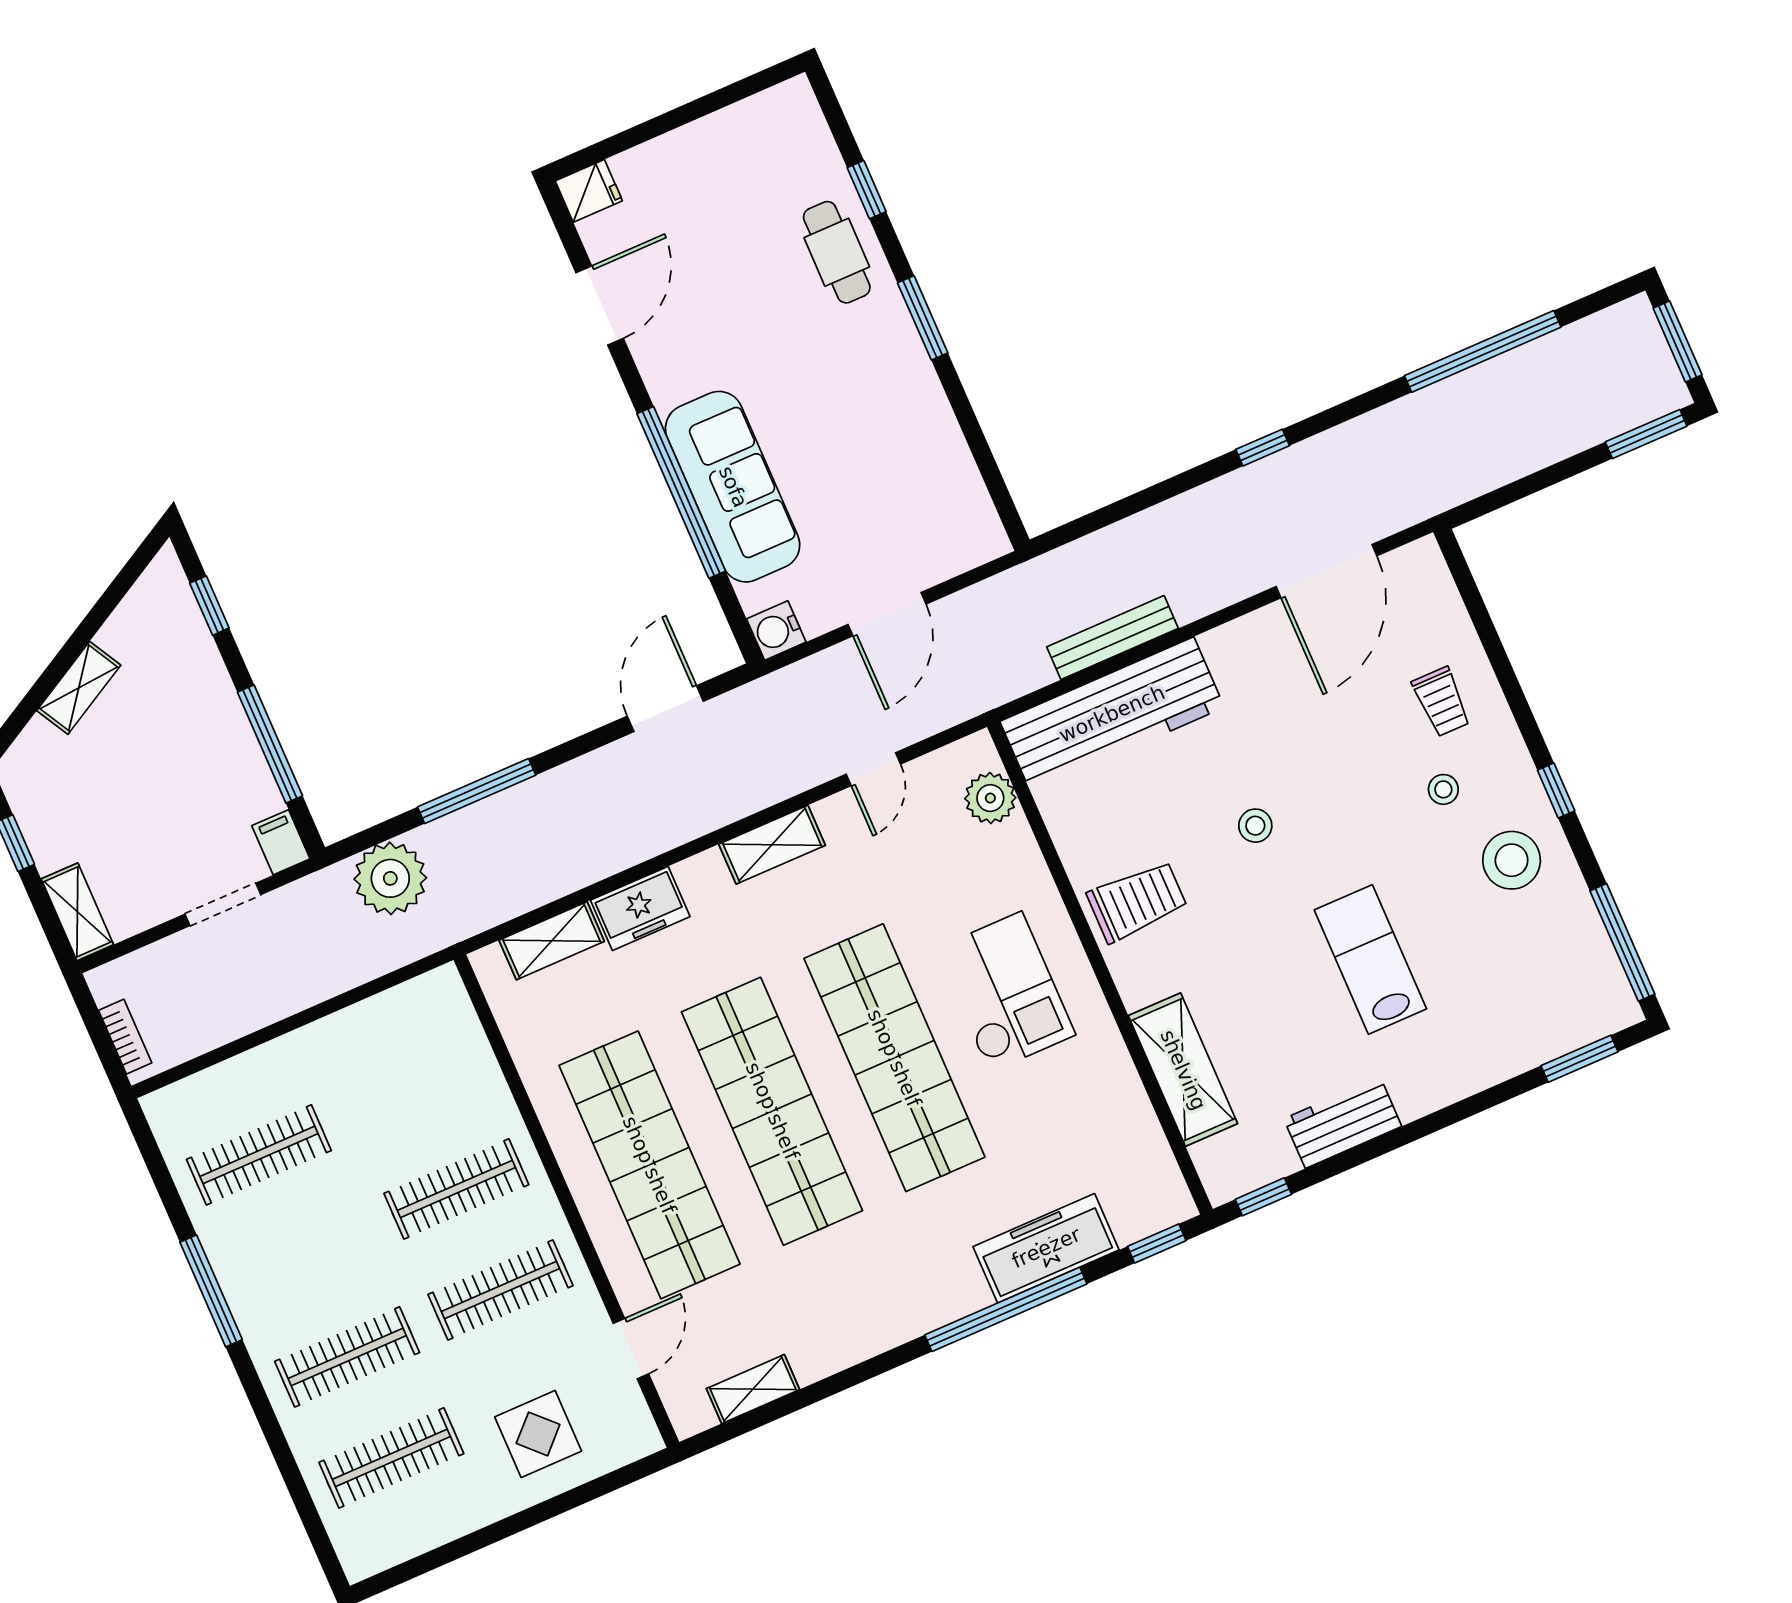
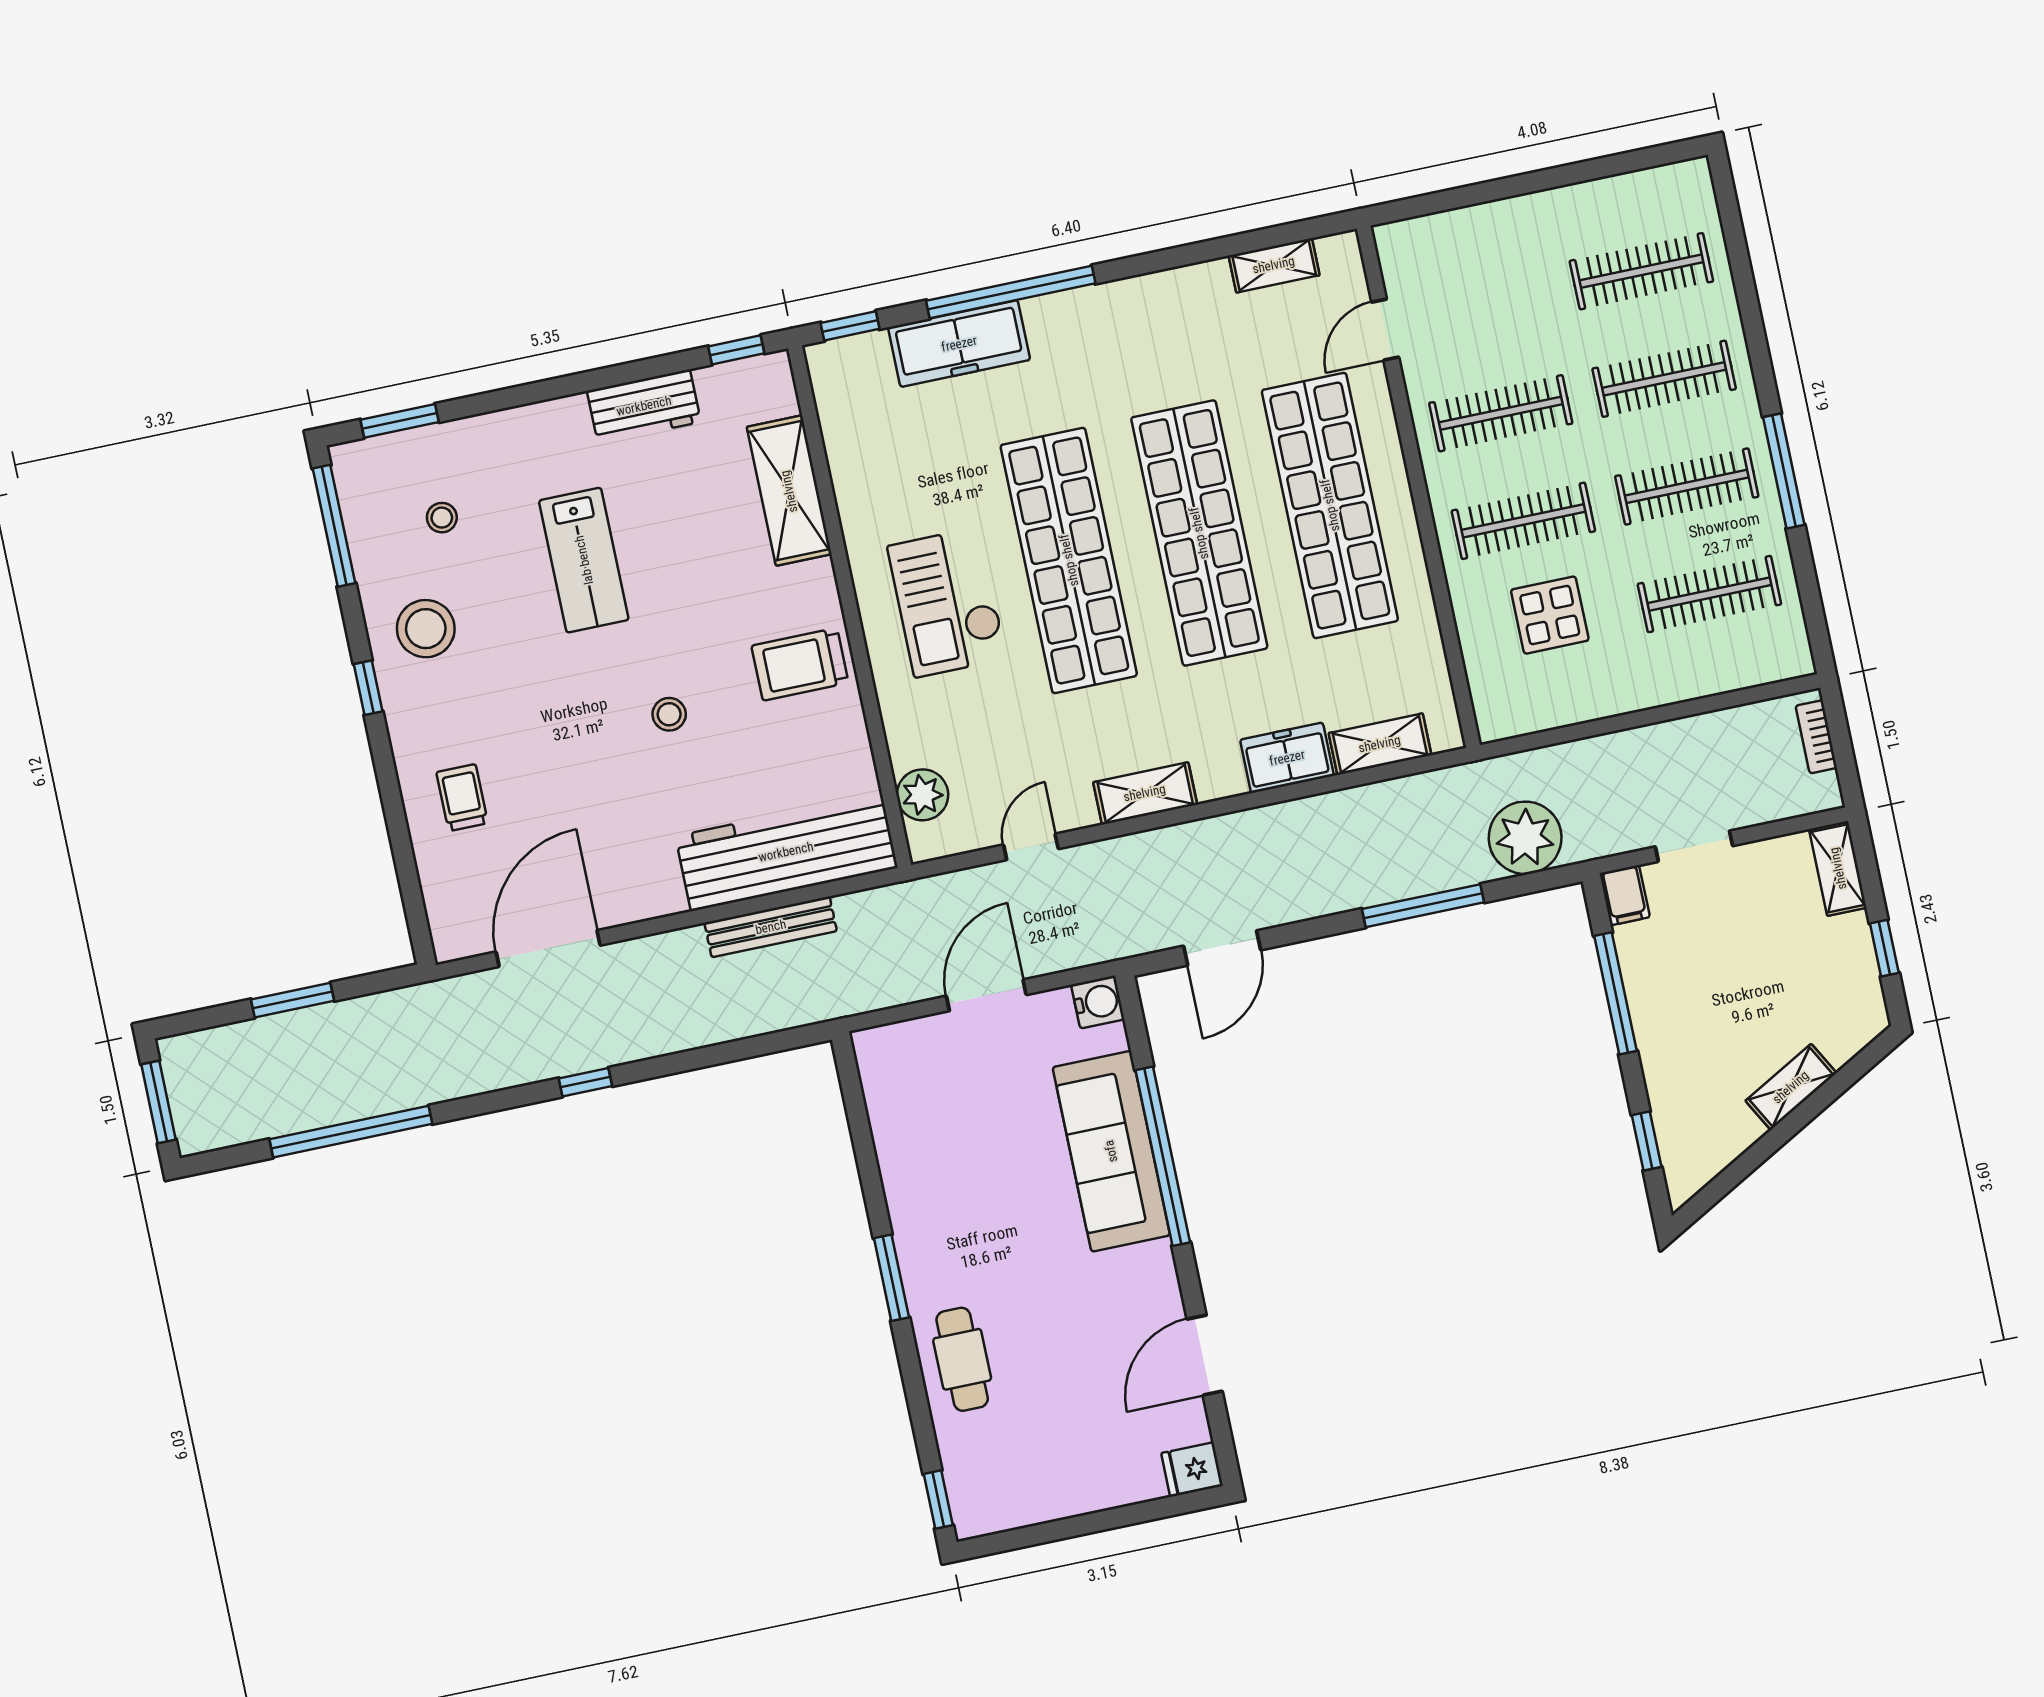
window: (867, 190) -> (938, 1500), moved
window: (1646, 434) -> (292, 1000), moved
stool: (1443, 789) -> (442, 518), moved
clothes rail: (303, 1256) -> (1687, 486), added
display table: (538, 1434) -> (1550, 615), moved

